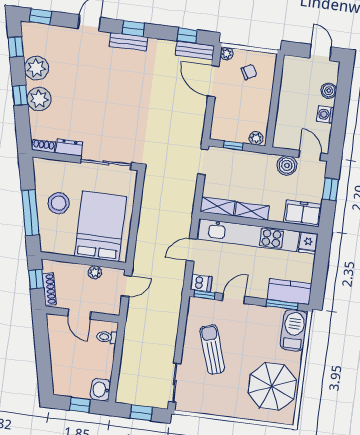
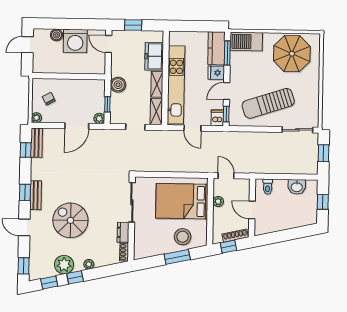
door: (213, 81) -> (77, 126), moved
spiral stairs: (92, 82) -> (70, 220), added
window: (20, 95) -> (75, 277), moved
plant: (39, 99) -> (89, 264), width x0.53, depth x0.53
washing machine: (325, 114) -> (75, 41), width x1.89, depth x1.89
plant: (256, 138) -> (99, 118), moved
door: (310, 155) -> (109, 44), hinge flipped
doorway: (203, 162) -> (135, 127), moved
boiler: (287, 166) -> (118, 85), moved
stool: (59, 203) -> (183, 237), moved
window: (30, 213) -> (177, 257), width x0.69
freezer: (303, 213) -> (154, 56), moved
fridge: (308, 243) -> (216, 73), moved, turned 180
door: (234, 299) -> (227, 91), hinge flipped
door: (79, 314) -> (252, 210), swing flipped
sun lounger: (212, 349) -> (268, 103), width x1.36, depth x1.34
washbasin: (101, 390) -> (297, 187), moved

